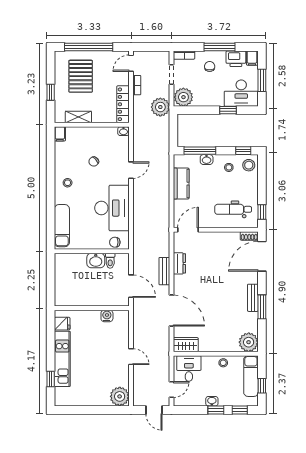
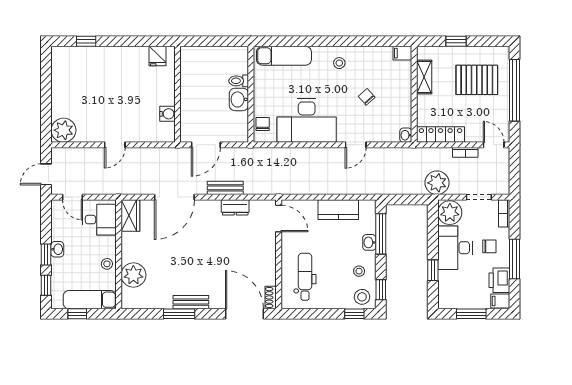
desk: (241, 93) -> (455, 248), moved
door: (131, 170) -> (356, 145), hinge flipped
window: (262, 212) -> (354, 314), moved
toilet: (110, 261) -> (239, 81), moved
plant: (249, 342) -> (133, 275), moved
kitchen unit: (62, 359) -> (112, 56), removed

